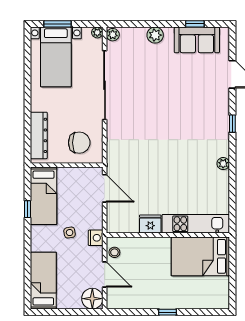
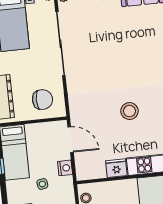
stool: (171, 165) -> (129, 111), added
nightstand: (96, 238) -> (65, 168), moved

